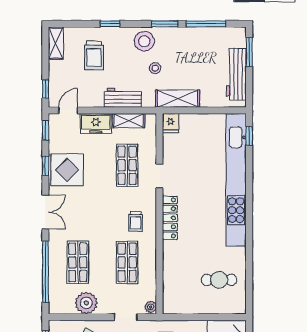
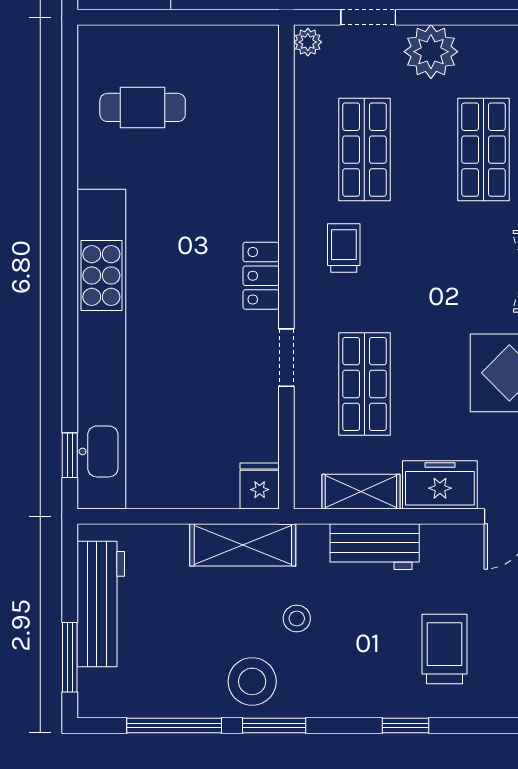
stool: (144, 41) -> (252, 681), moved
locker: (170, 218) -> (261, 276), width x0.66
plant: (86, 303) -> (431, 52), moved

